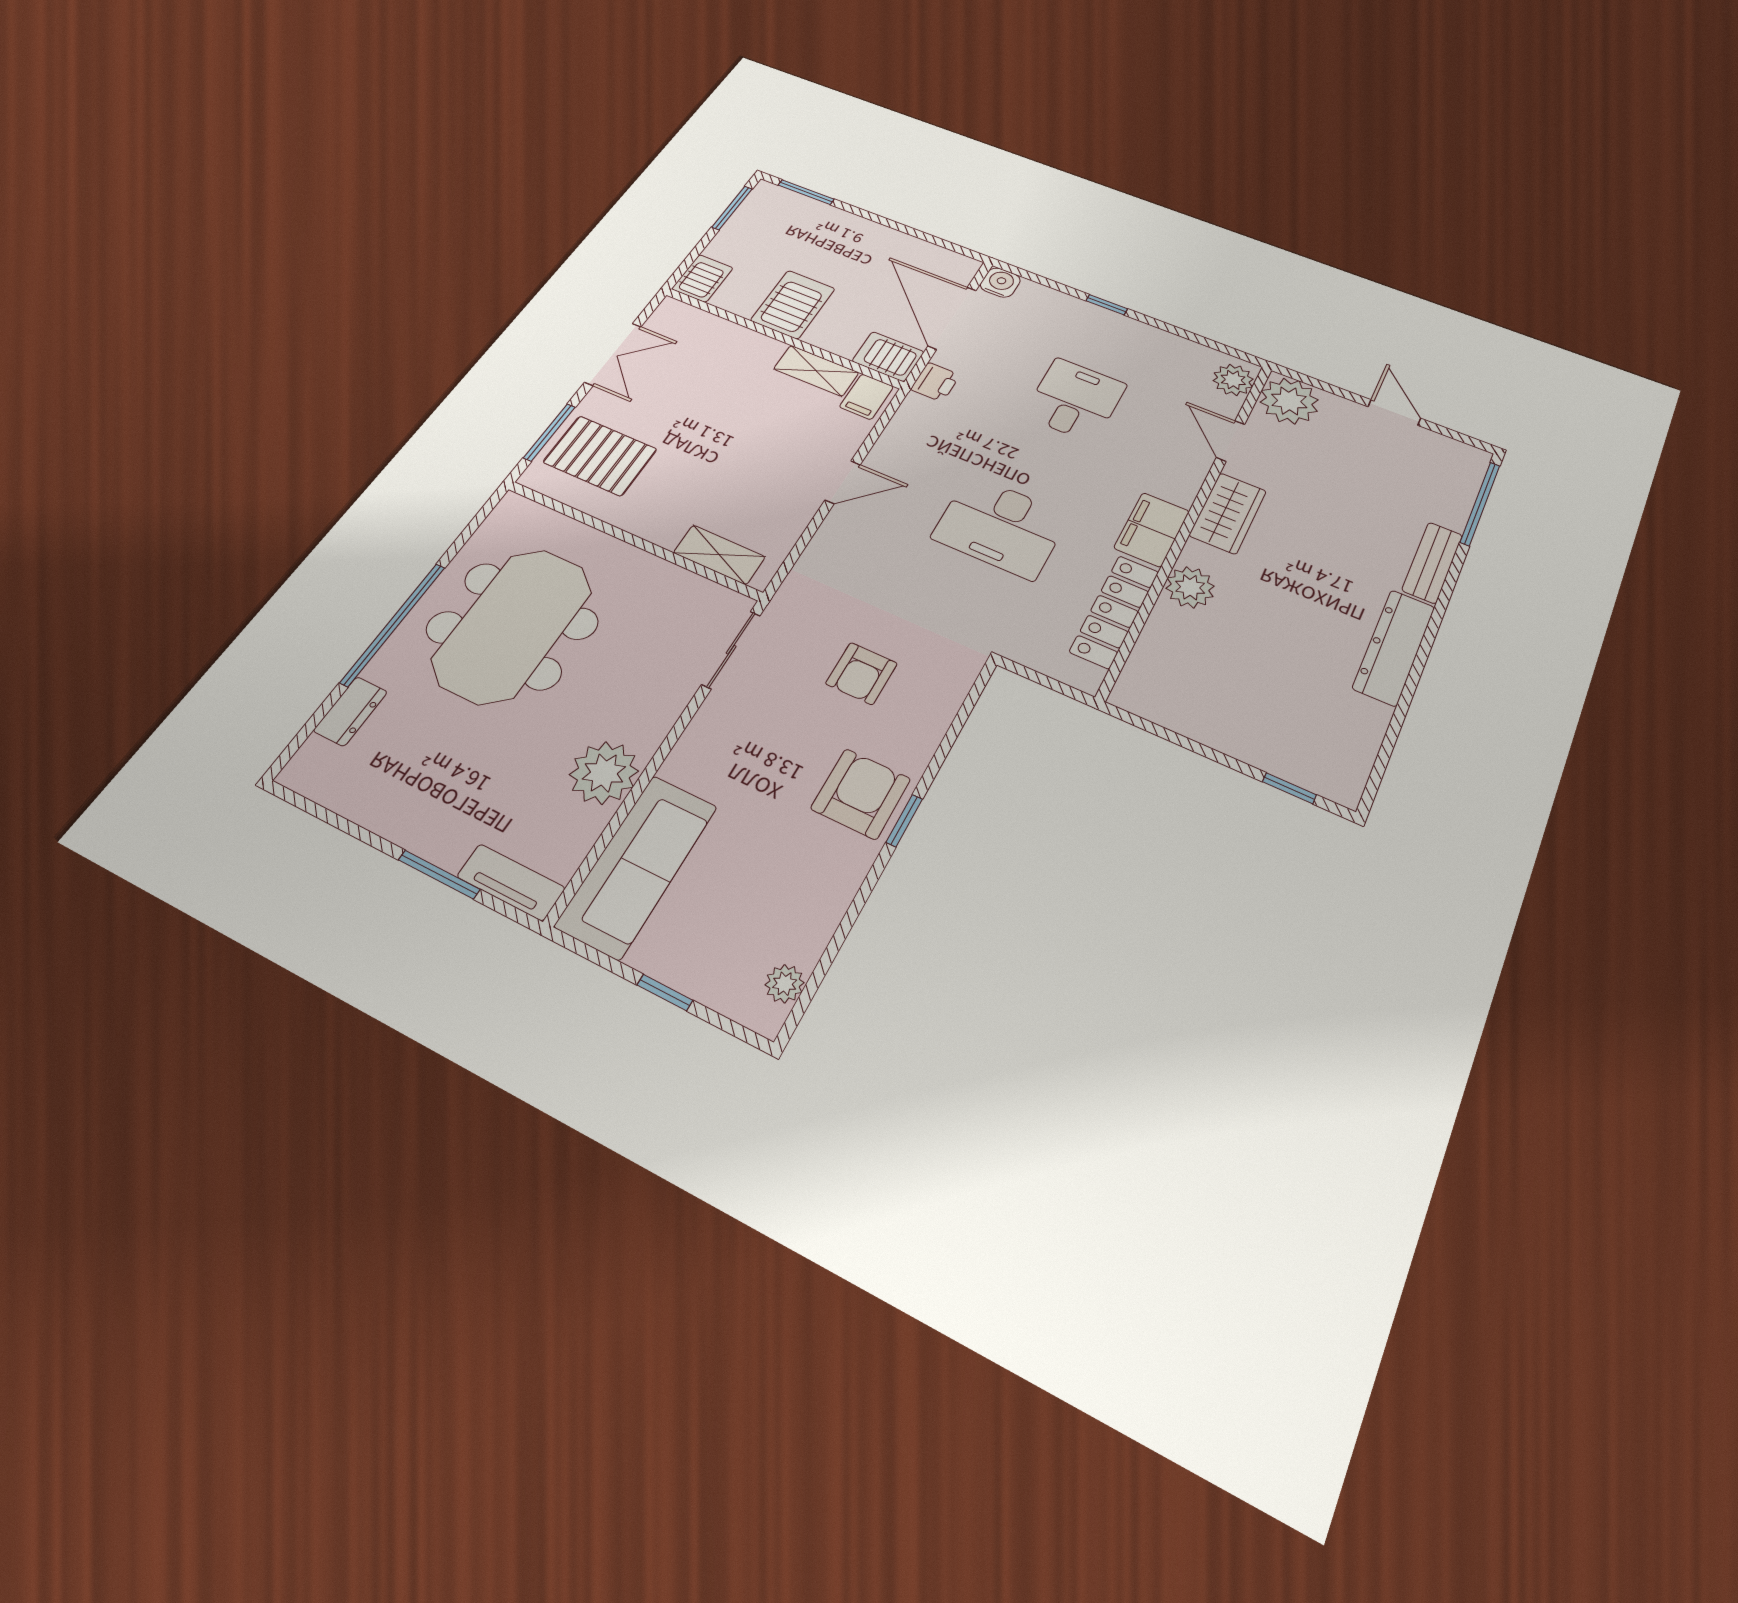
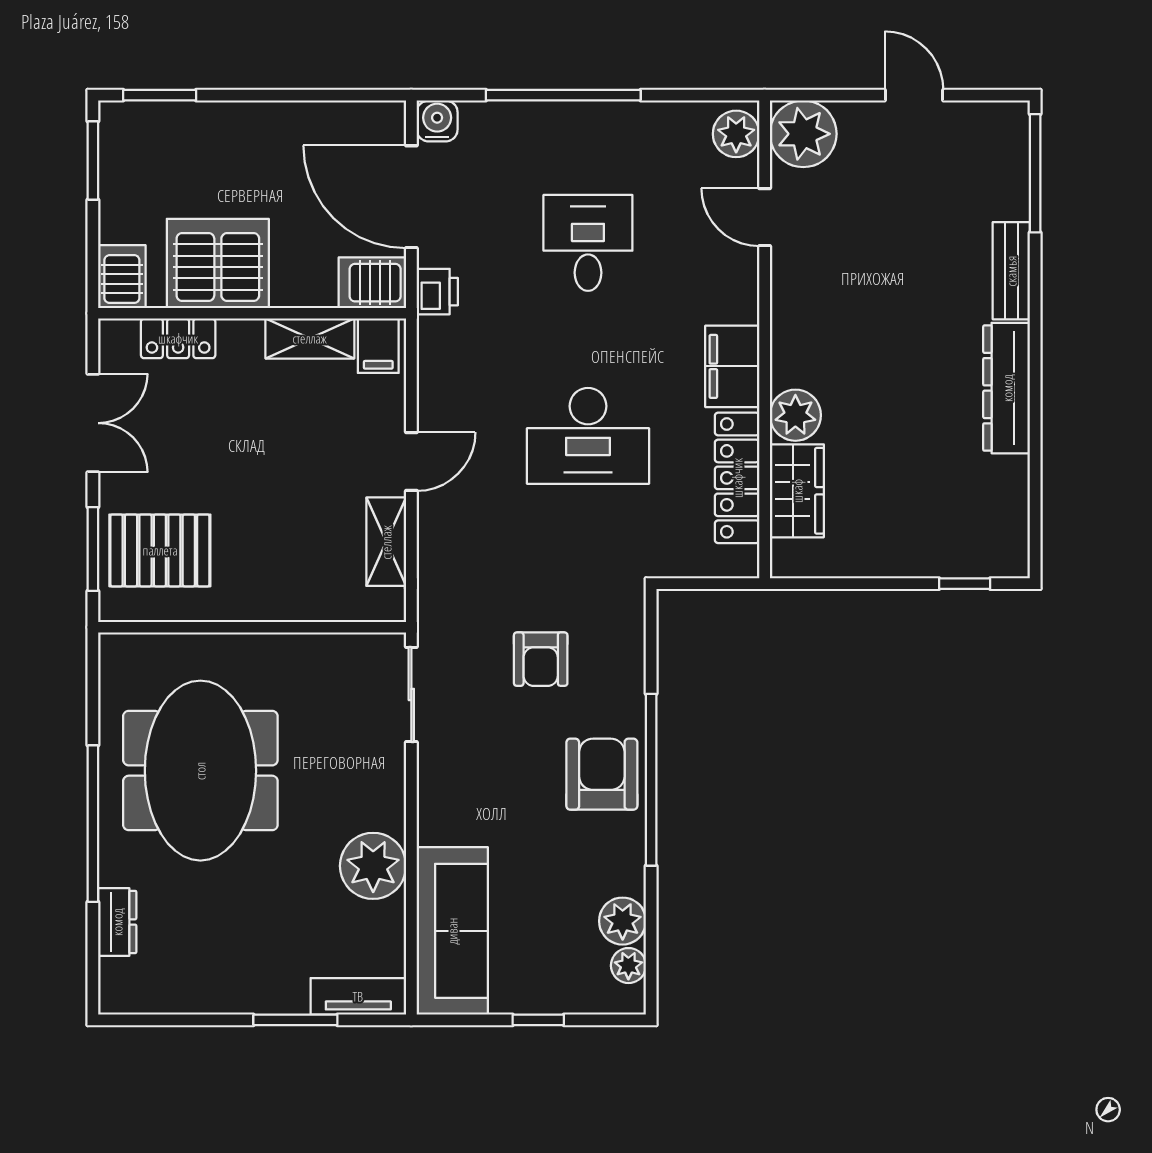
server rack: (793, 304) -> (218, 263), width x1.60
window: (1107, 305) -> (563, 95), width x3.17
locker: (716, 330) -> (178, 338), added
wardrobe: (1228, 513) -> (797, 491), moved
shelving: (719, 555) -> (386, 542), moved, turned 90
window: (904, 821) -> (651, 780), width x3.17
plant: (803, 937) -> (623, 921), added

